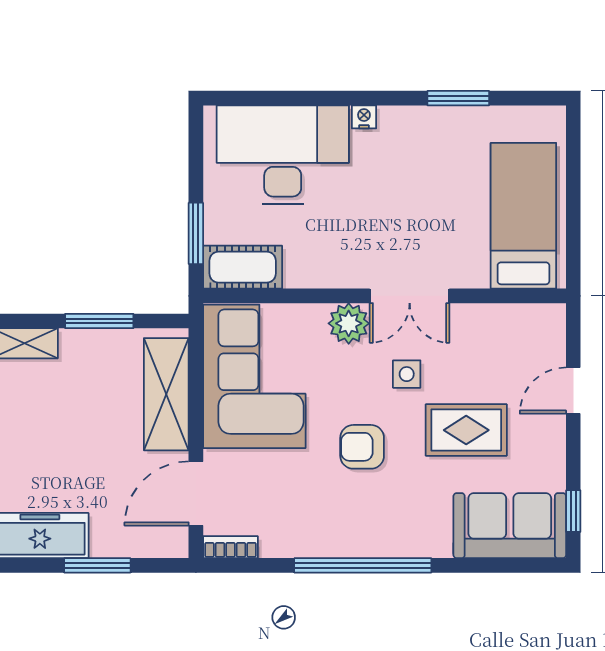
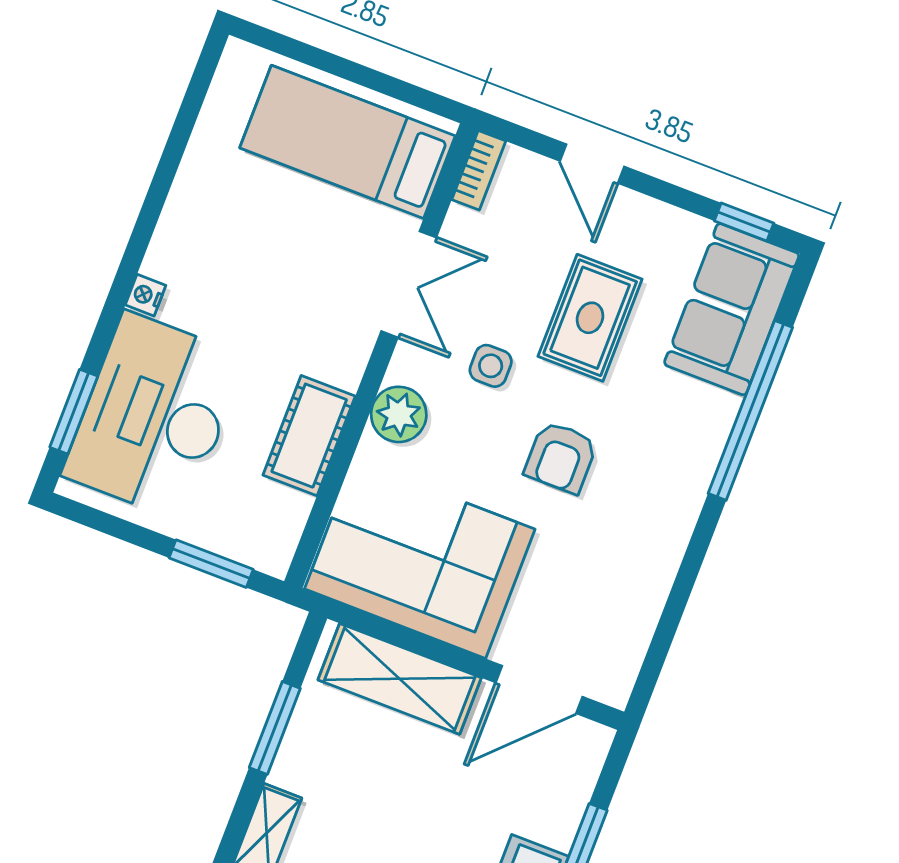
window: (458, 98) -> (74, 412), moved
cot: (243, 267) -> (309, 436), moved
double door: (410, 296) -> (409, 284), moved
door: (196, 493) -> (539, 690), hinge flipped
bookcase: (231, 547) -> (479, 170), moved, turned 180
window: (363, 565) -> (750, 410), moved

